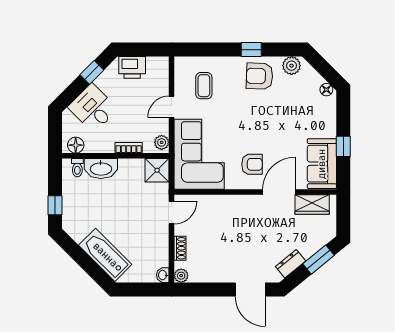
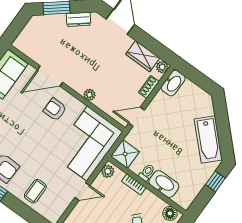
coffee table: (204, 86) -> (35, 191), moved
toilet: (77, 168) -> (147, 172), moved
plant: (230, 201) -> (90, 95), added
wardrobe: (312, 204) -> (143, 56), moved, turned 180
bathtub: (105, 255) -> (208, 139), moved
washbasin: (163, 275) -> (173, 83), width x1.91, depth x1.45

